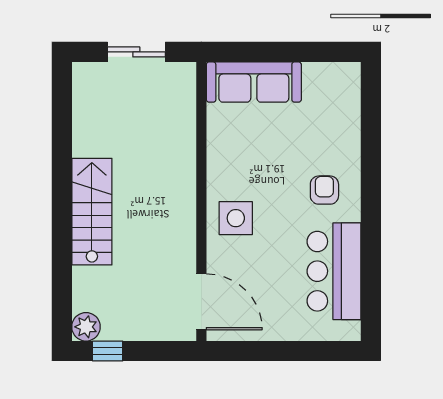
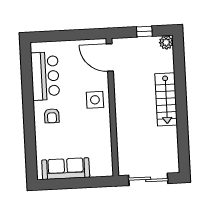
sliding door: (136, 52) -> (148, 179), width x1.37
sofa: (254, 82) -> (66, 169), moved
window: (108, 351) -> (144, 32), moved

